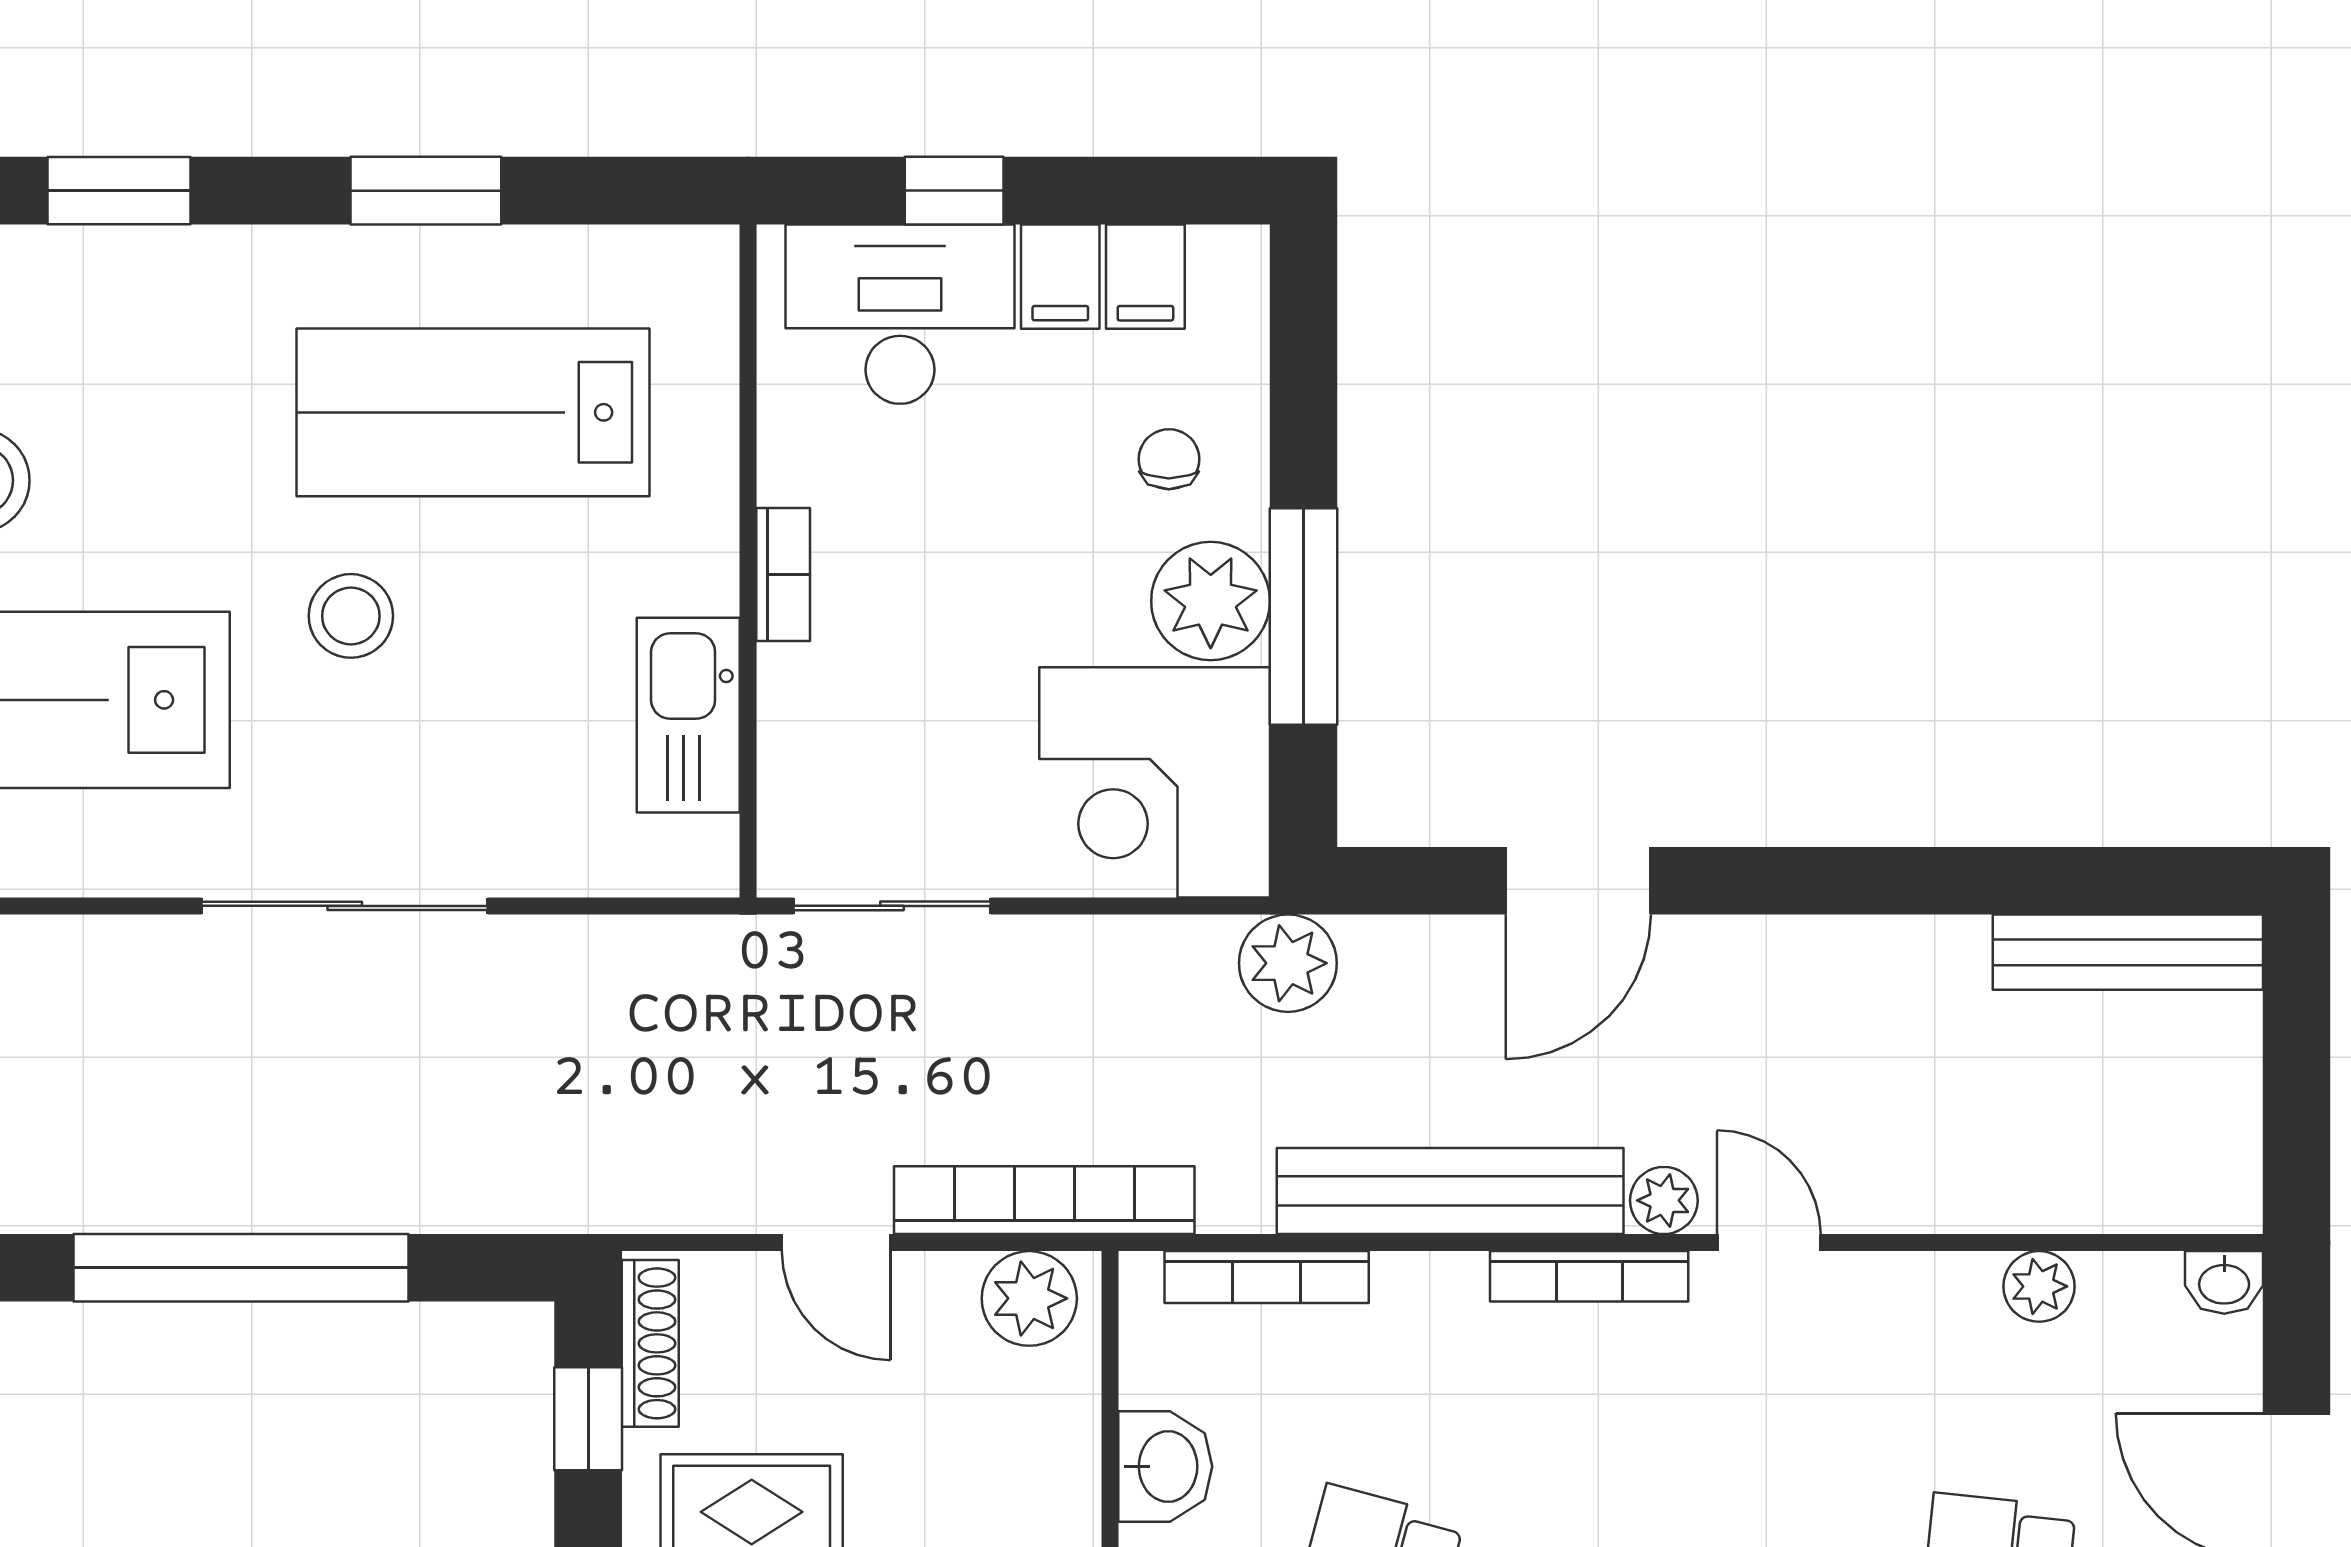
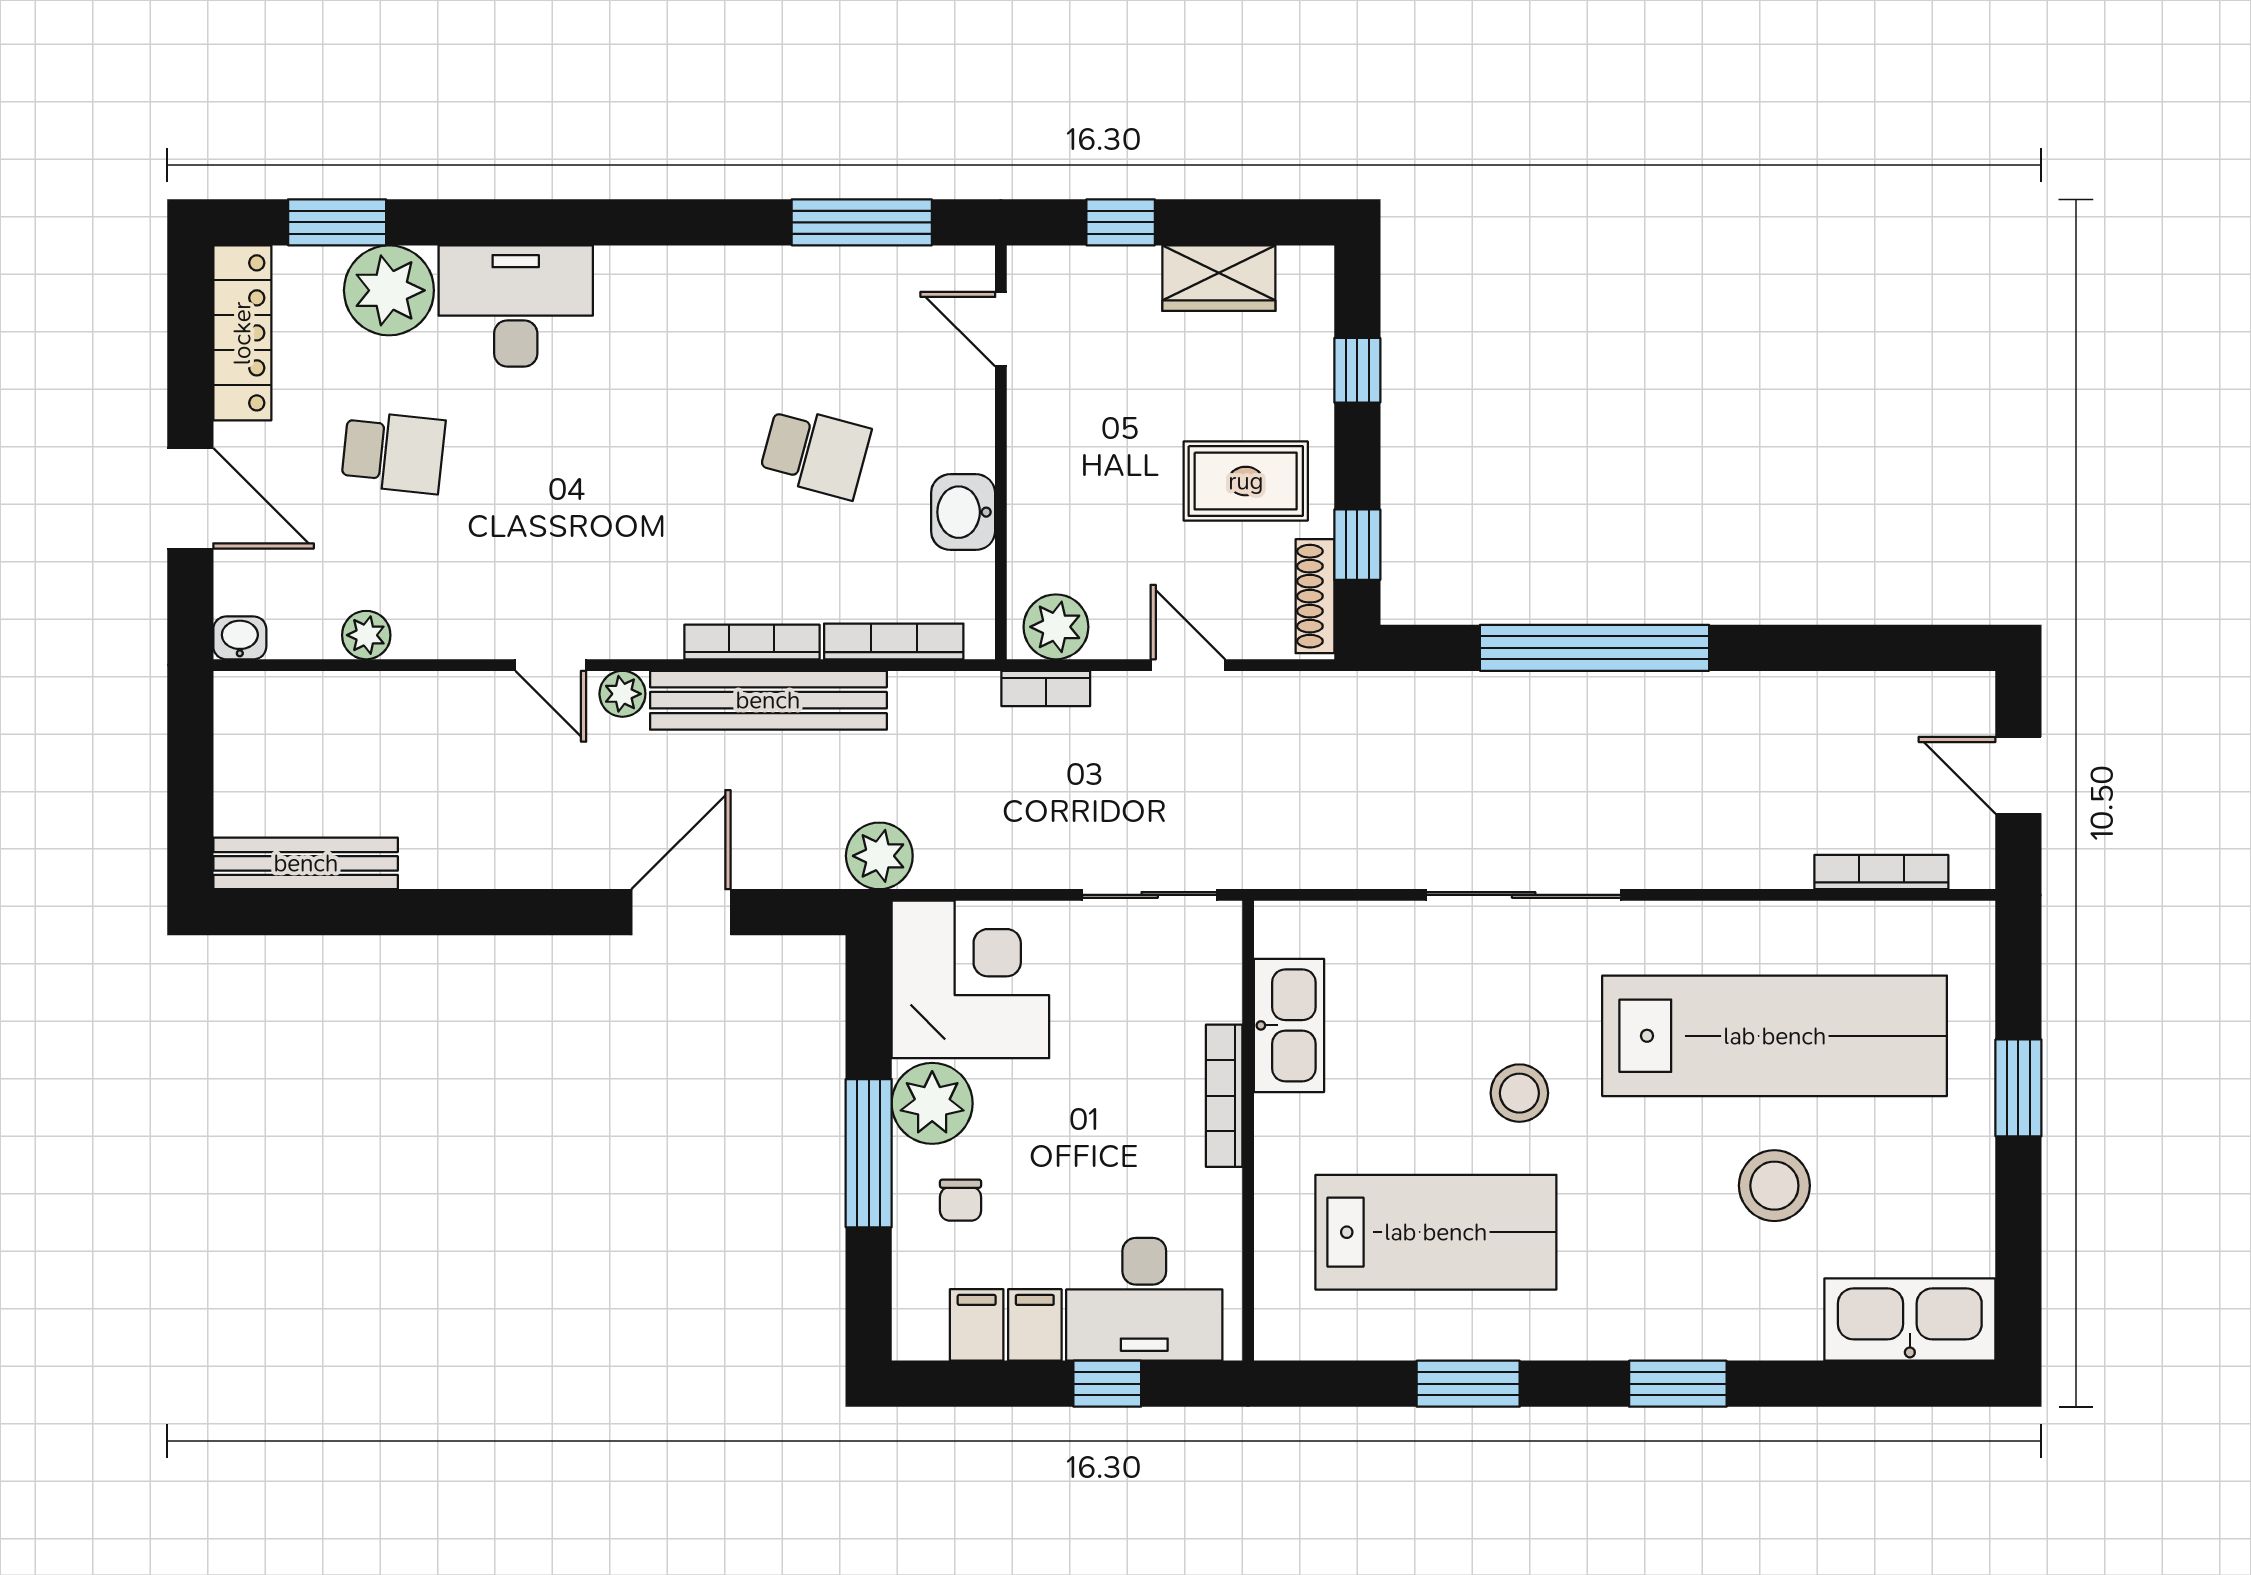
bookcase: (783, 574) -> (1224, 1096), width x1.56
window: (1303, 617) -> (869, 1153), moved
bookcase: (1044, 1200) -> (1046, 689), width x0.43, depth x0.76
bookcase: (1589, 1276) -> (752, 642), moved

